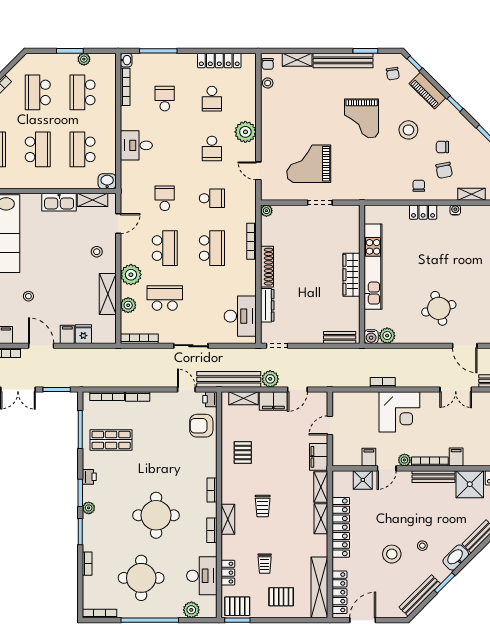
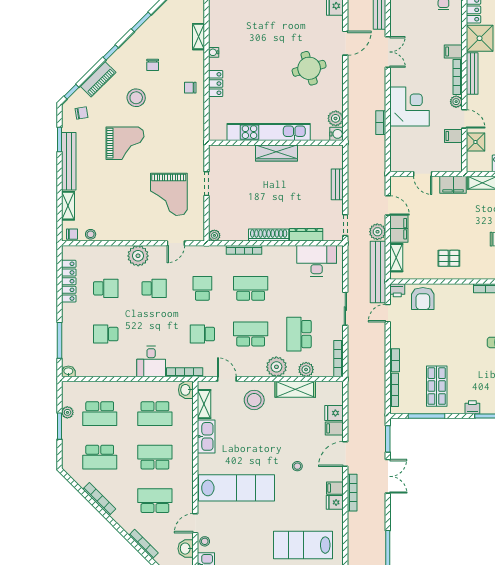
bookcase: (125, 87) -> (185, 372), moved
chair: (444, 170) -> (175, 63), removed
stool: (97, 252) -> (254, 400), width x1.89, depth x1.89
bench: (340, 337) -> (337, 184), moved

